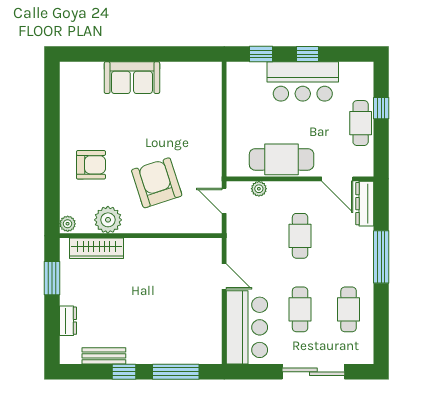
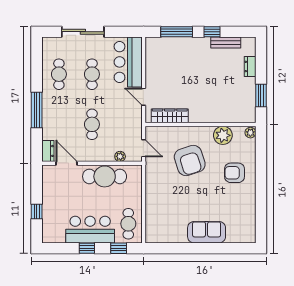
cafe table: (361, 123) -> (128, 224), moved
dresser: (365, 204) -> (48, 151), width x0.70
wardrobe: (96, 248) -> (170, 116), moved

